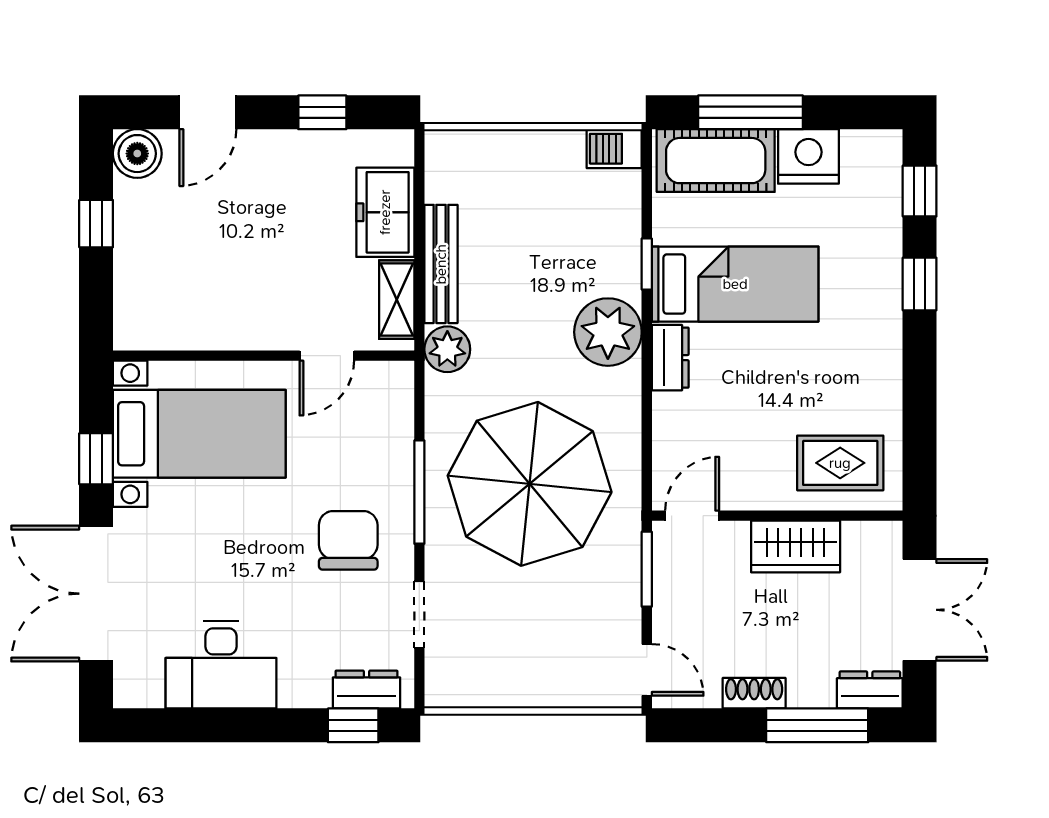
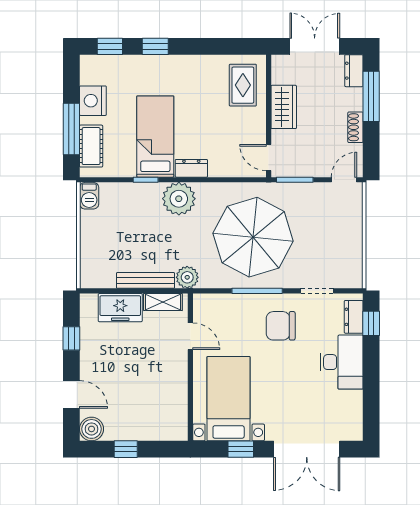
cot: (716, 161) -> (91, 146), width x0.73, depth x0.75
desk: (221, 665) -> (342, 362), moved

